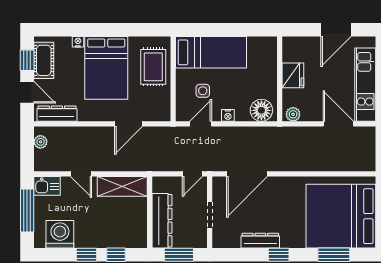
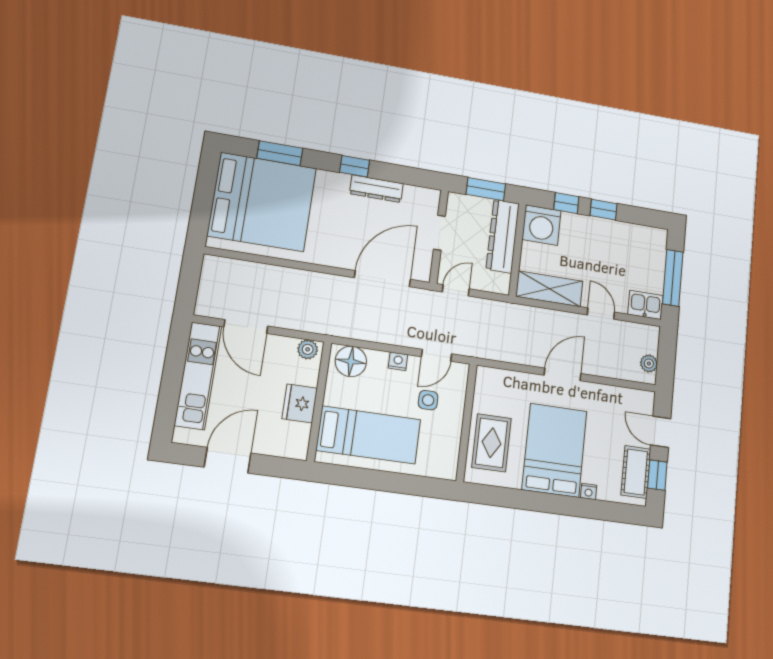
bed: (211, 52) -> (369, 435), moved, turned 180
dresser: (57, 114) -> (625, 398), removed
door: (128, 124) -> (563, 374), moved
washing machine: (60, 234) -> (541, 225), moved

